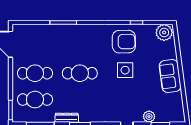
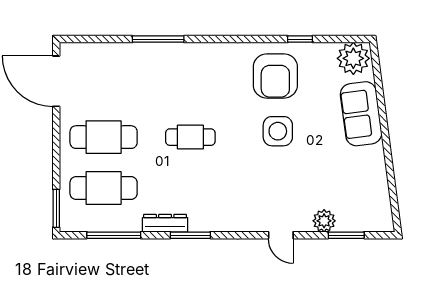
armchair: (124, 42) -> (275, 76), turned 91
cafe table: (80, 73) -> (190, 137), width x0.73, depth x0.74
sofa: (170, 76) -> (361, 114), moved

